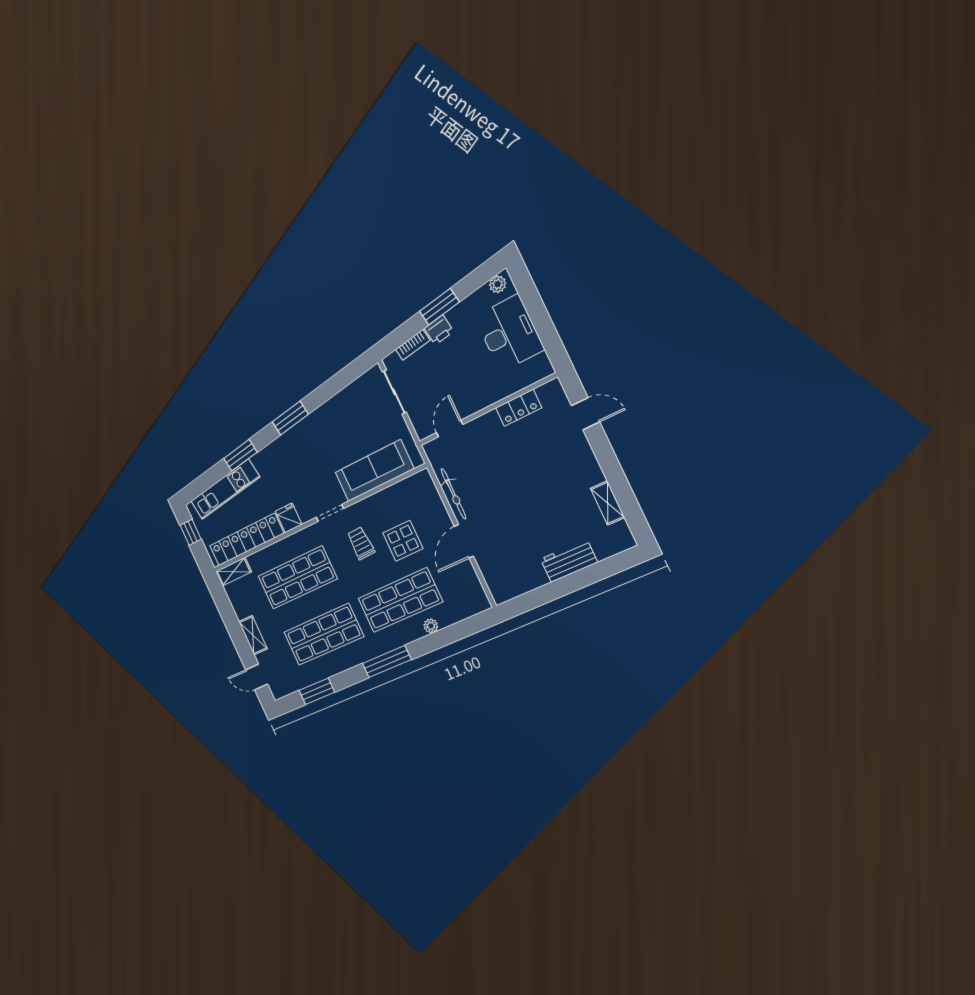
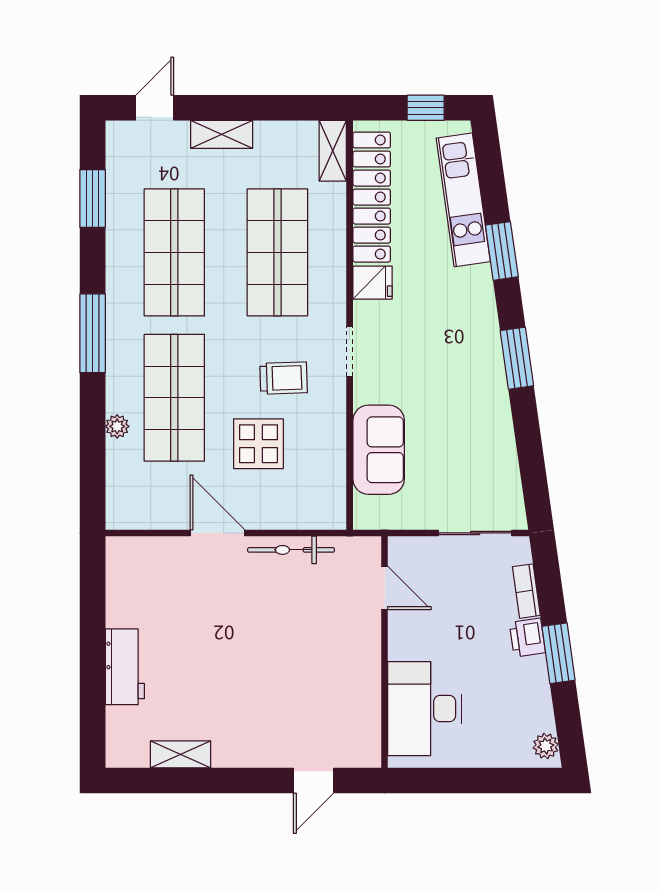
desk: (509, 333) -> (425, 709), moved, turned 90
locker: (519, 408) -> (366, 696), removed
sofa: (374, 471) -> (379, 450), width x0.73

